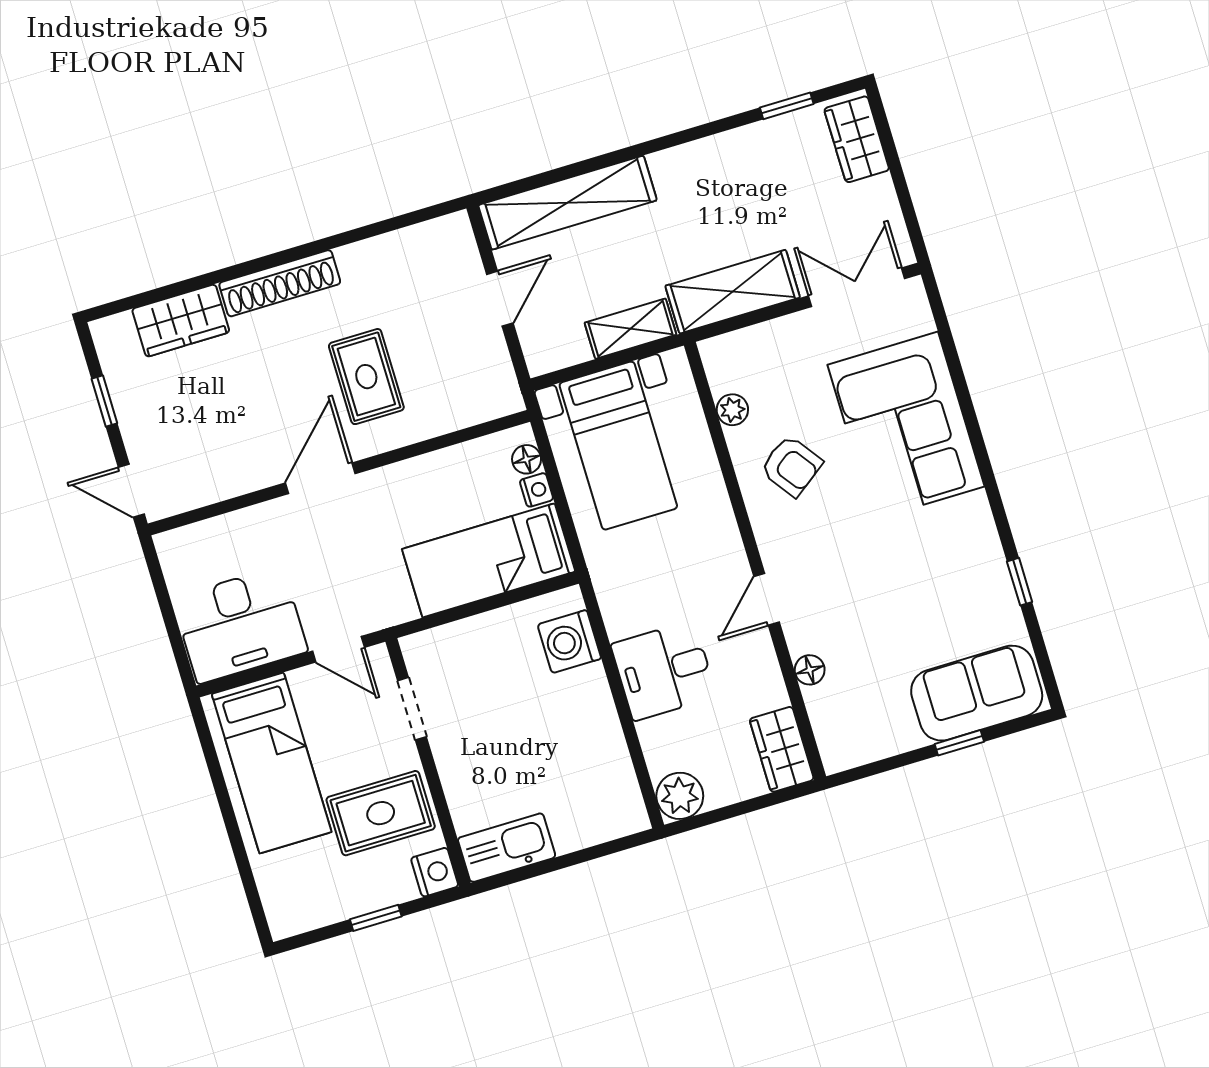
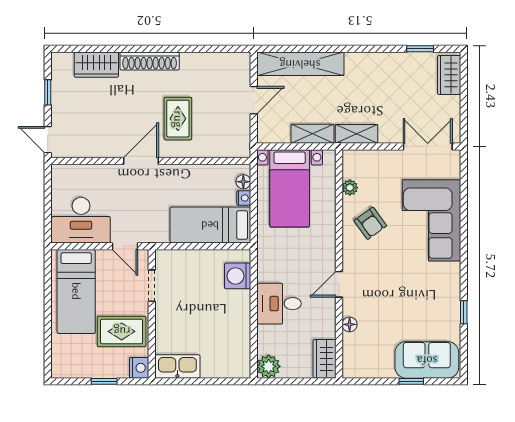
shelving: (733, 292) -> (357, 134), width x0.67, depth x0.75

